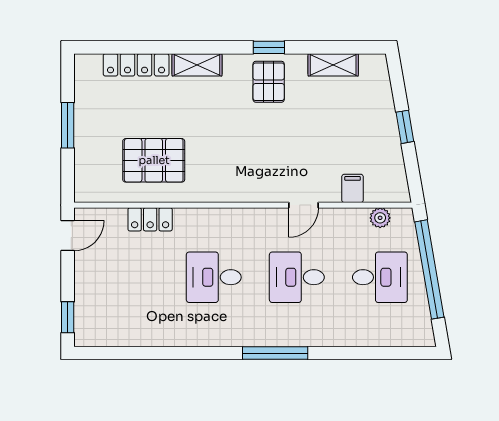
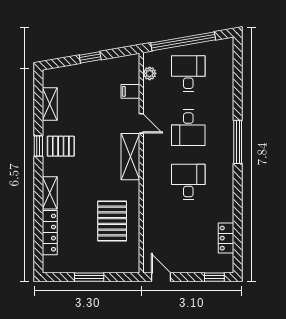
shelving: (253, 188) -> (130, 157), added
locker: (150, 219) -> (226, 238), moved, turned 180
desk: (214, 277) -> (188, 182), turned 180

